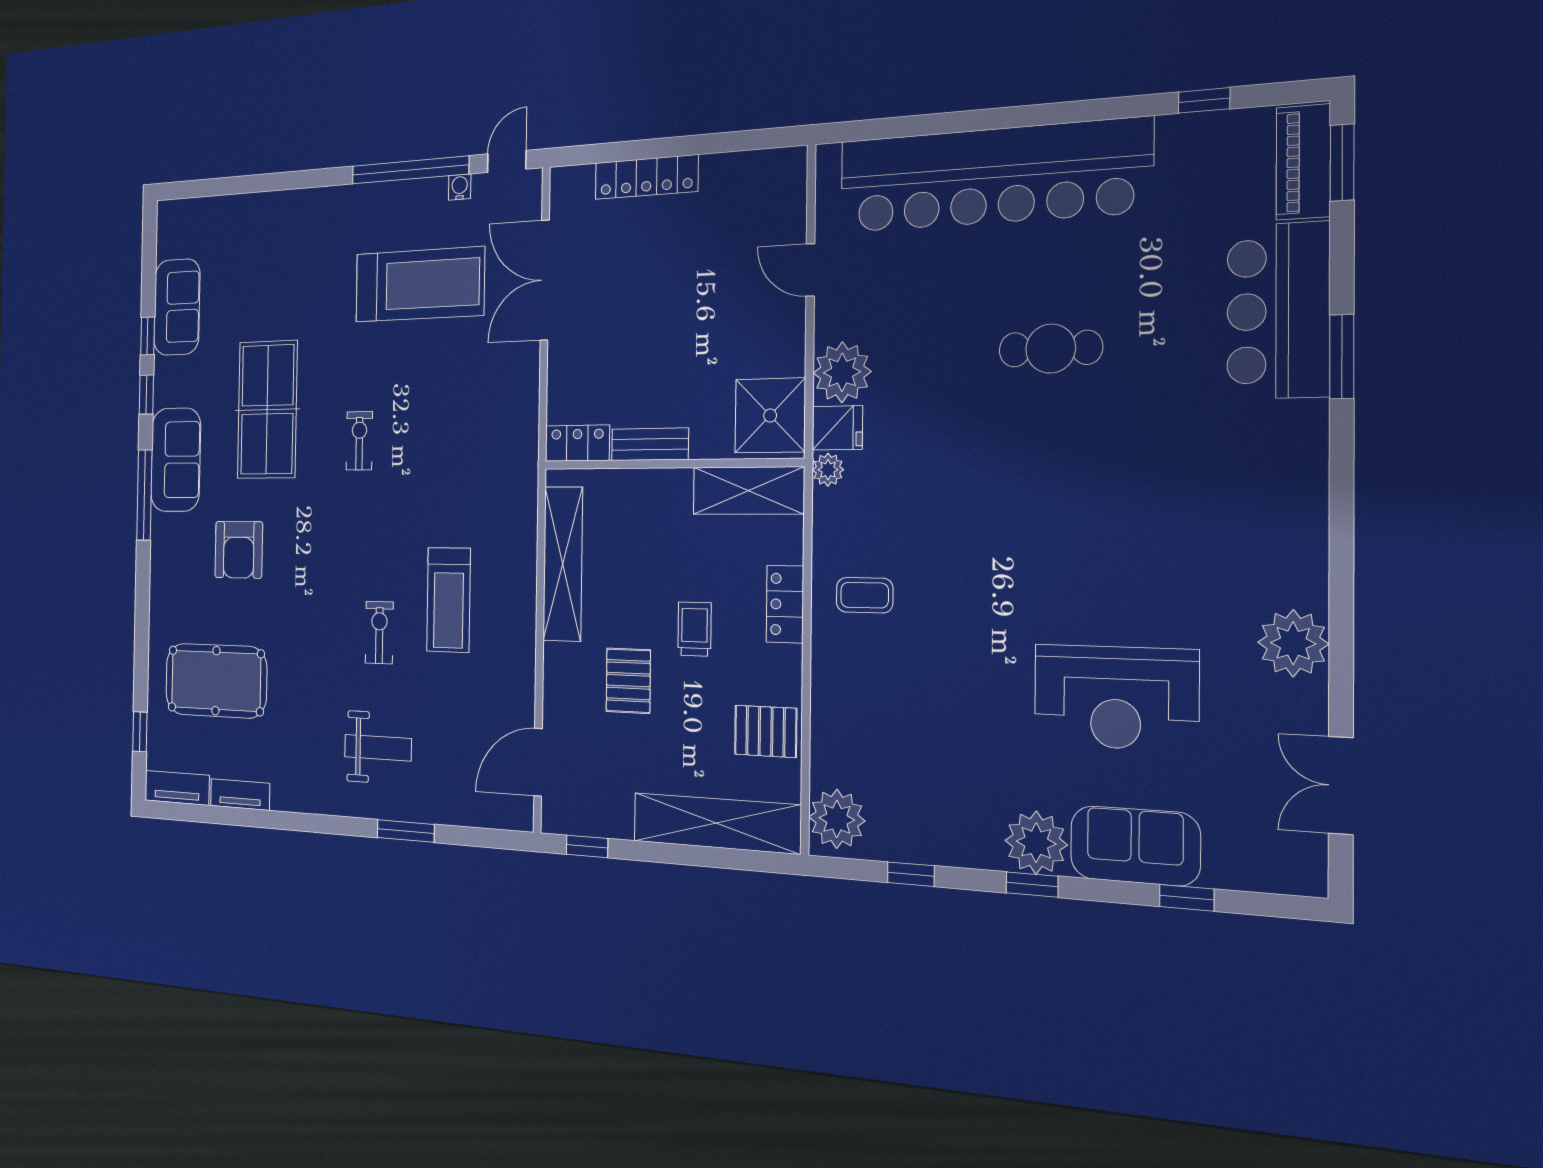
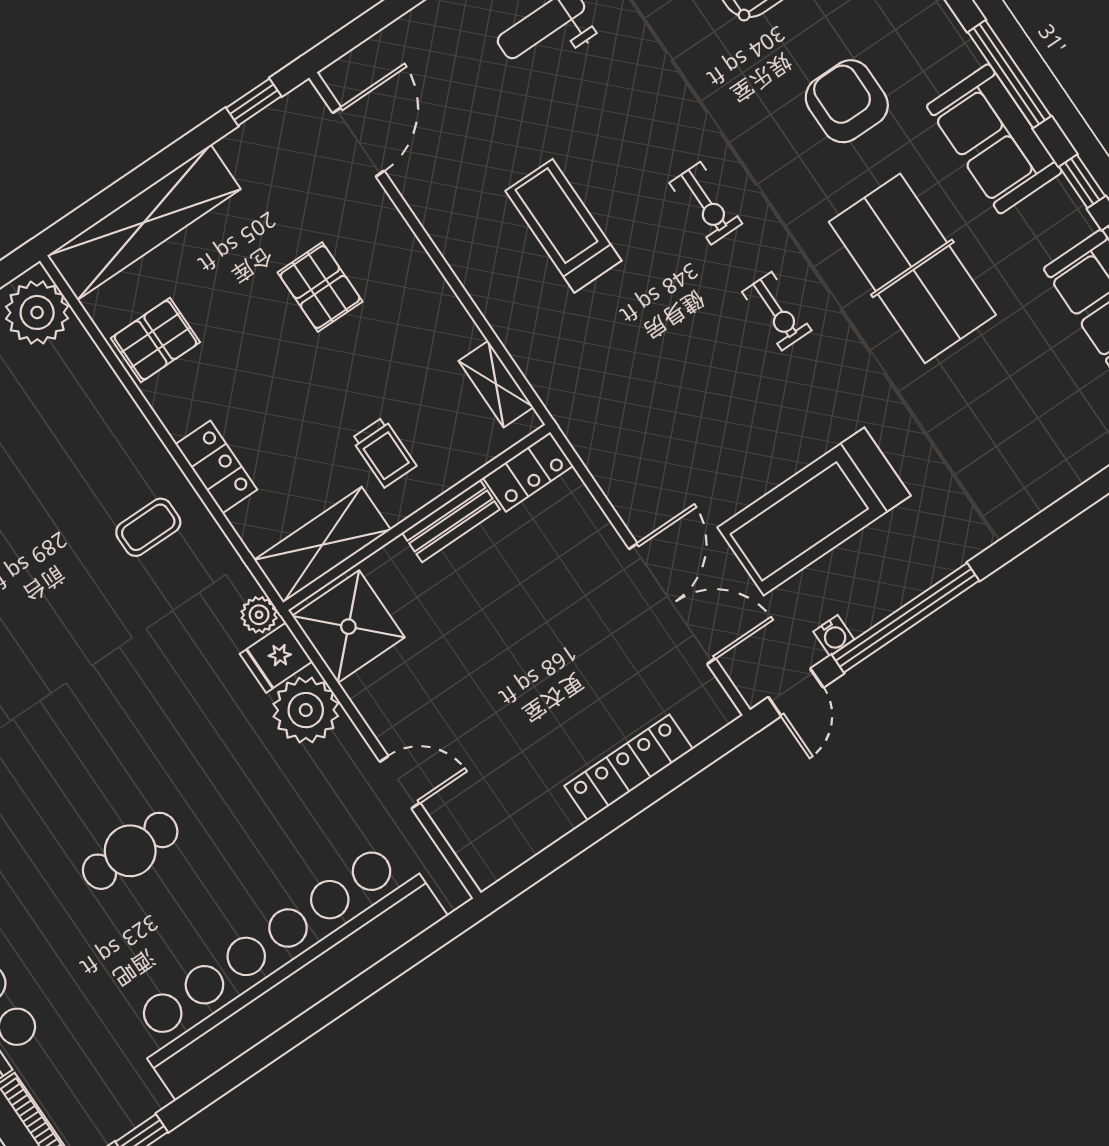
shelving: (563, 564) -> (496, 384), width x0.45, depth x0.75
trolley: (694, 629) -> (384, 452), moved
exercise bike: (379, 633) -> (706, 203), moved

